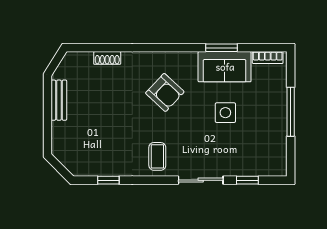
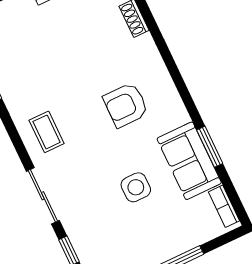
armchair: (165, 92) -> (126, 105), turned 47
coffee table: (157, 156) -> (47, 132), turned 90

